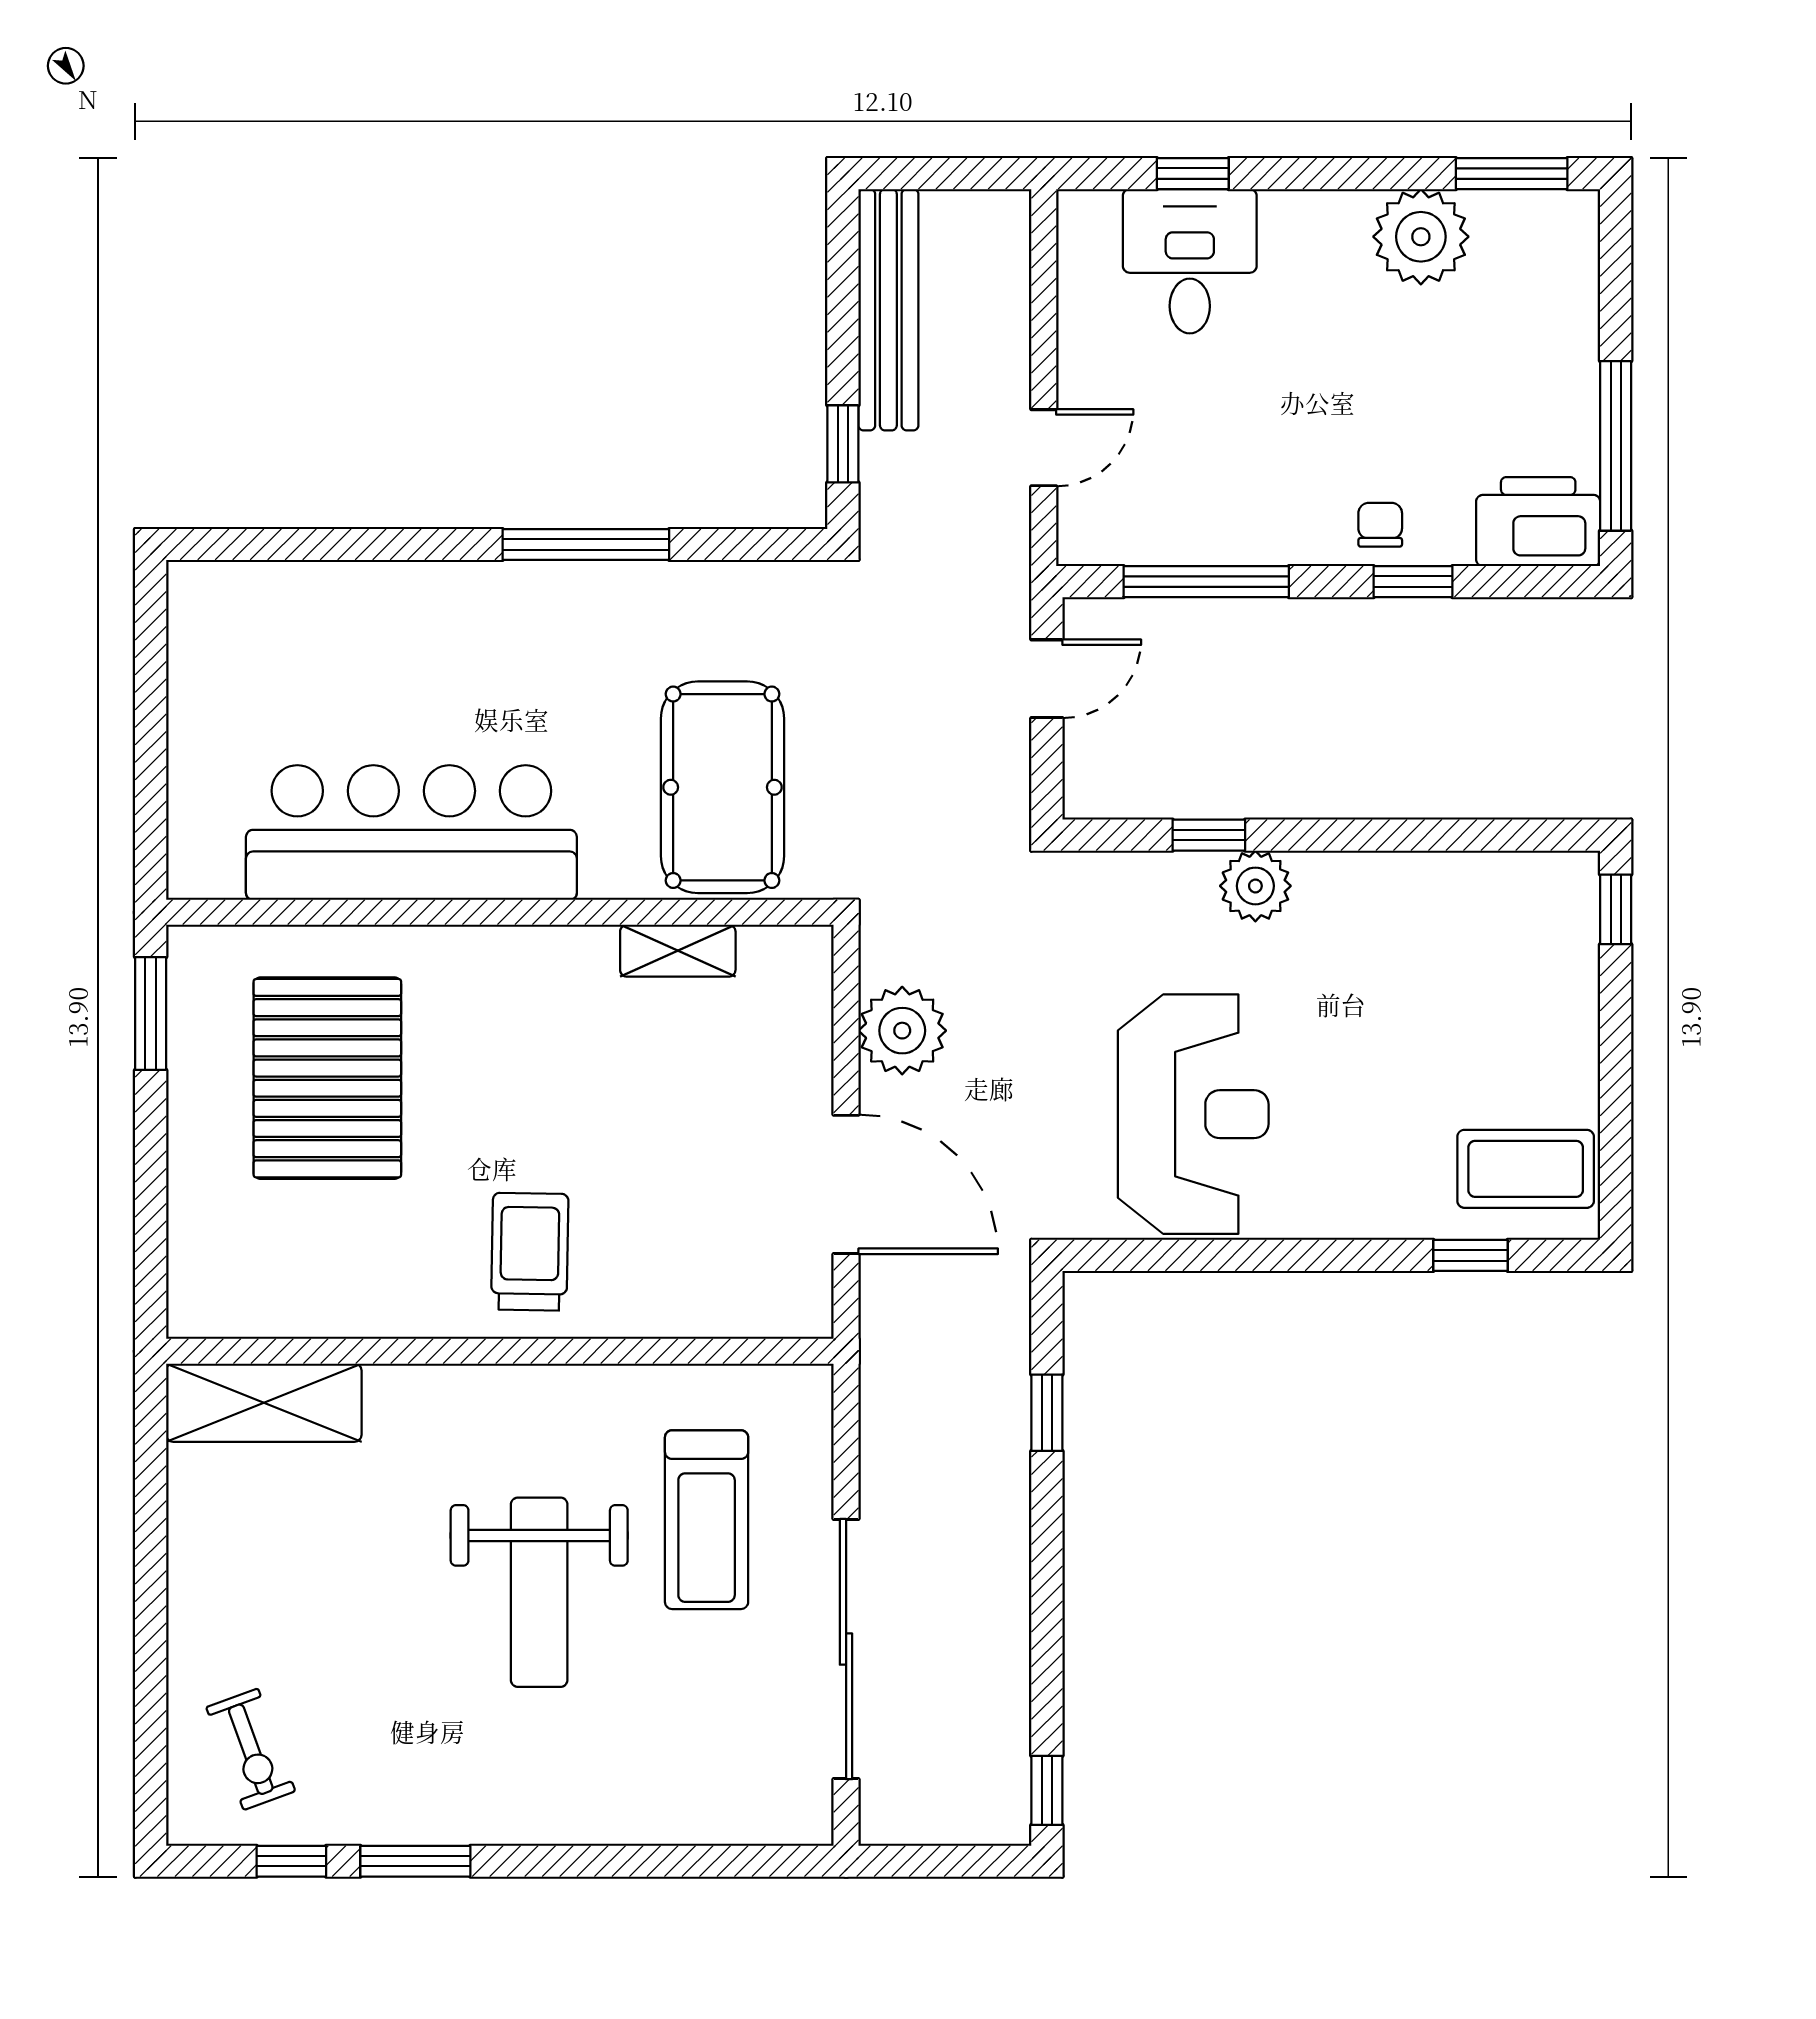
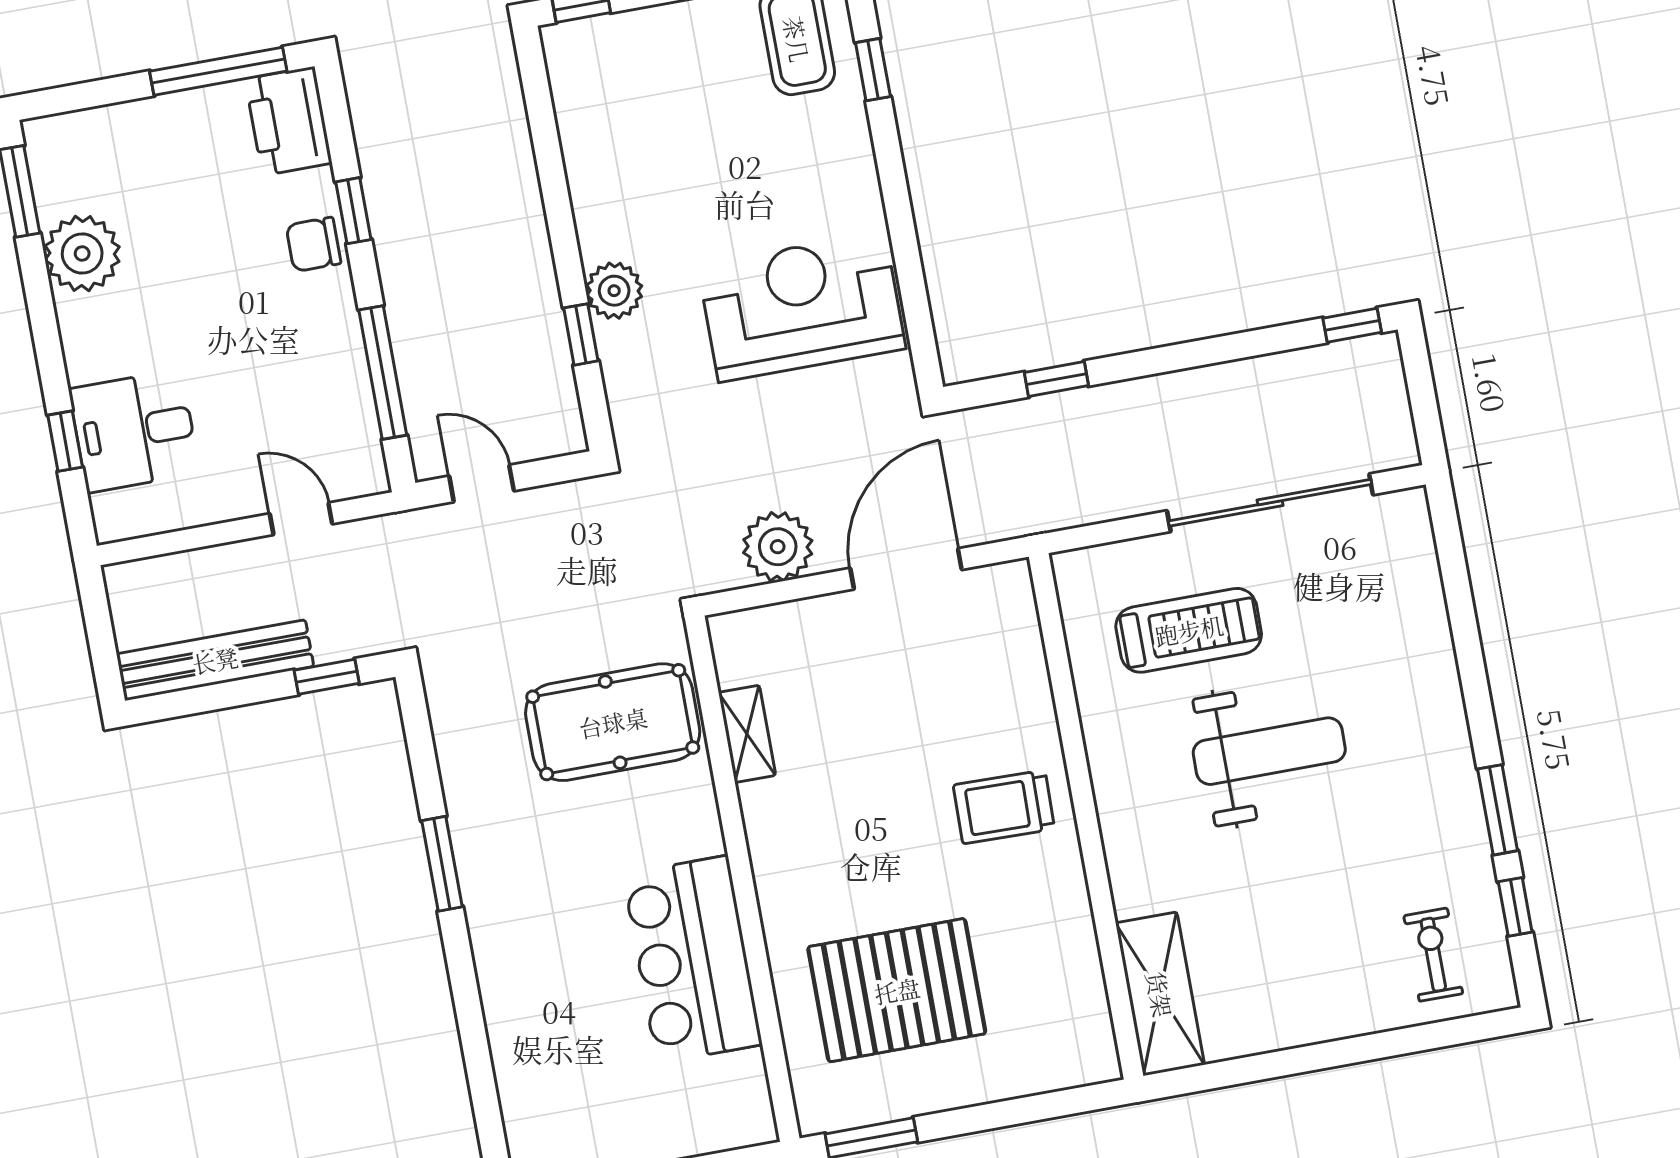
chair: (1380, 525) -> (313, 244), width x1.37, depth x1.37
window: (586, 545) -> (442, 864), width x0.69
bar counter: (411, 833) -> (692, 959), width x0.73
exercise bike: (251, 1749) -> (1433, 955), turned -70

